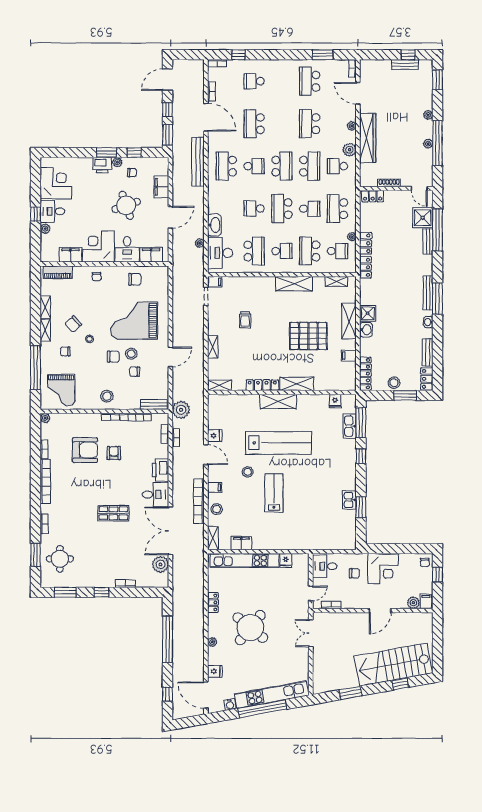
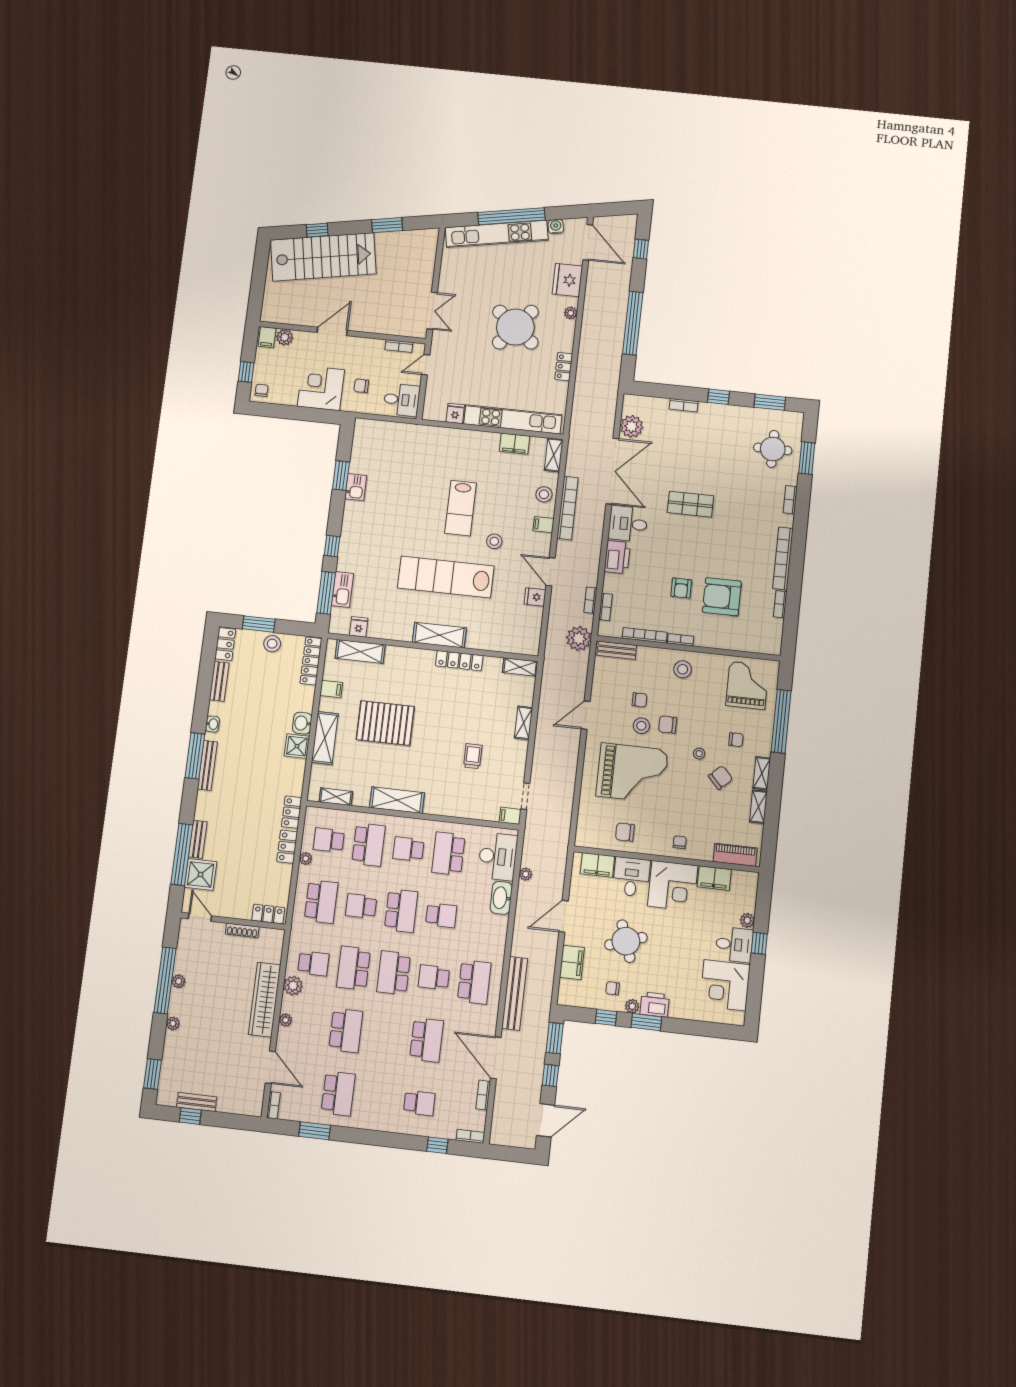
shelving: (297, 384) -> (360, 651), moved
plant: (45, 418) -> (774, 648), removed
fridge: (215, 671) -> (567, 280), width x1.88, depth x1.34

